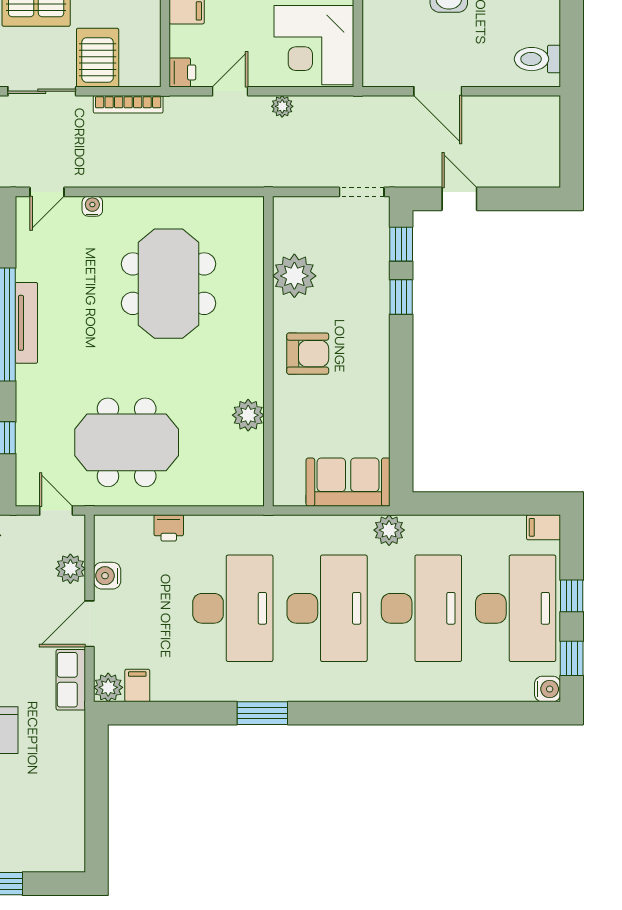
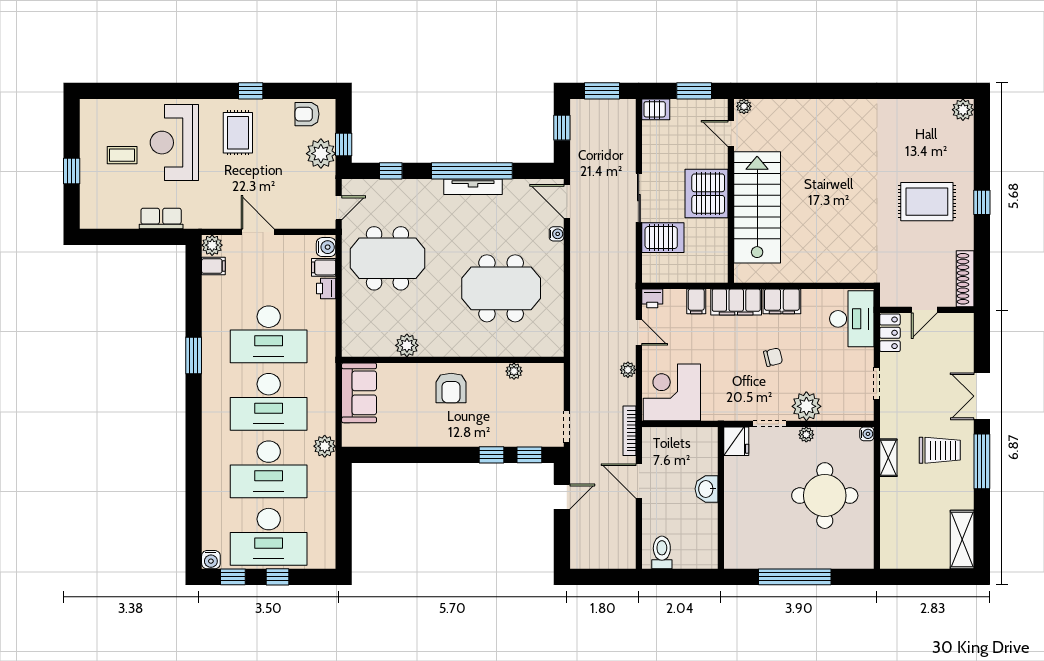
door: (438, 91) -> (639, 481), hinge flipped
bookcase: (128, 104) -> (629, 431), moved
door: (47, 192) -> (567, 201), width x1.38
plant: (294, 276) -> (514, 371), width x0.53, depth x0.53
meeting table: (127, 442) -> (387, 258), turned 90
sofa: (348, 482) -> (359, 393), moved
filing cabinet: (544, 527) -> (324, 267), moved, turned -90
plant: (70, 569) -> (297, 218), removed
water cooler: (107, 576) -> (326, 247), moved, turned 90
row of seats: (71, 680) -> (161, 218), moved

